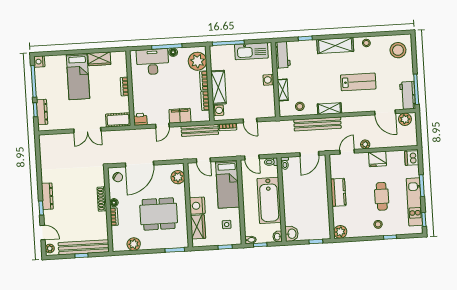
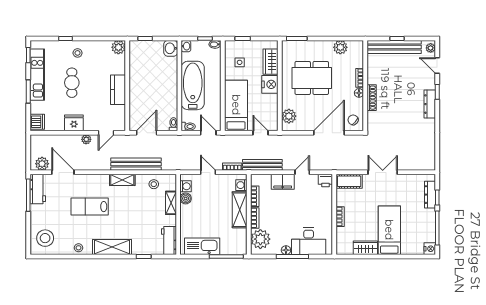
washing machine: (268, 80) -> (186, 186), moved
boiler: (269, 95) -> (186, 198), added

